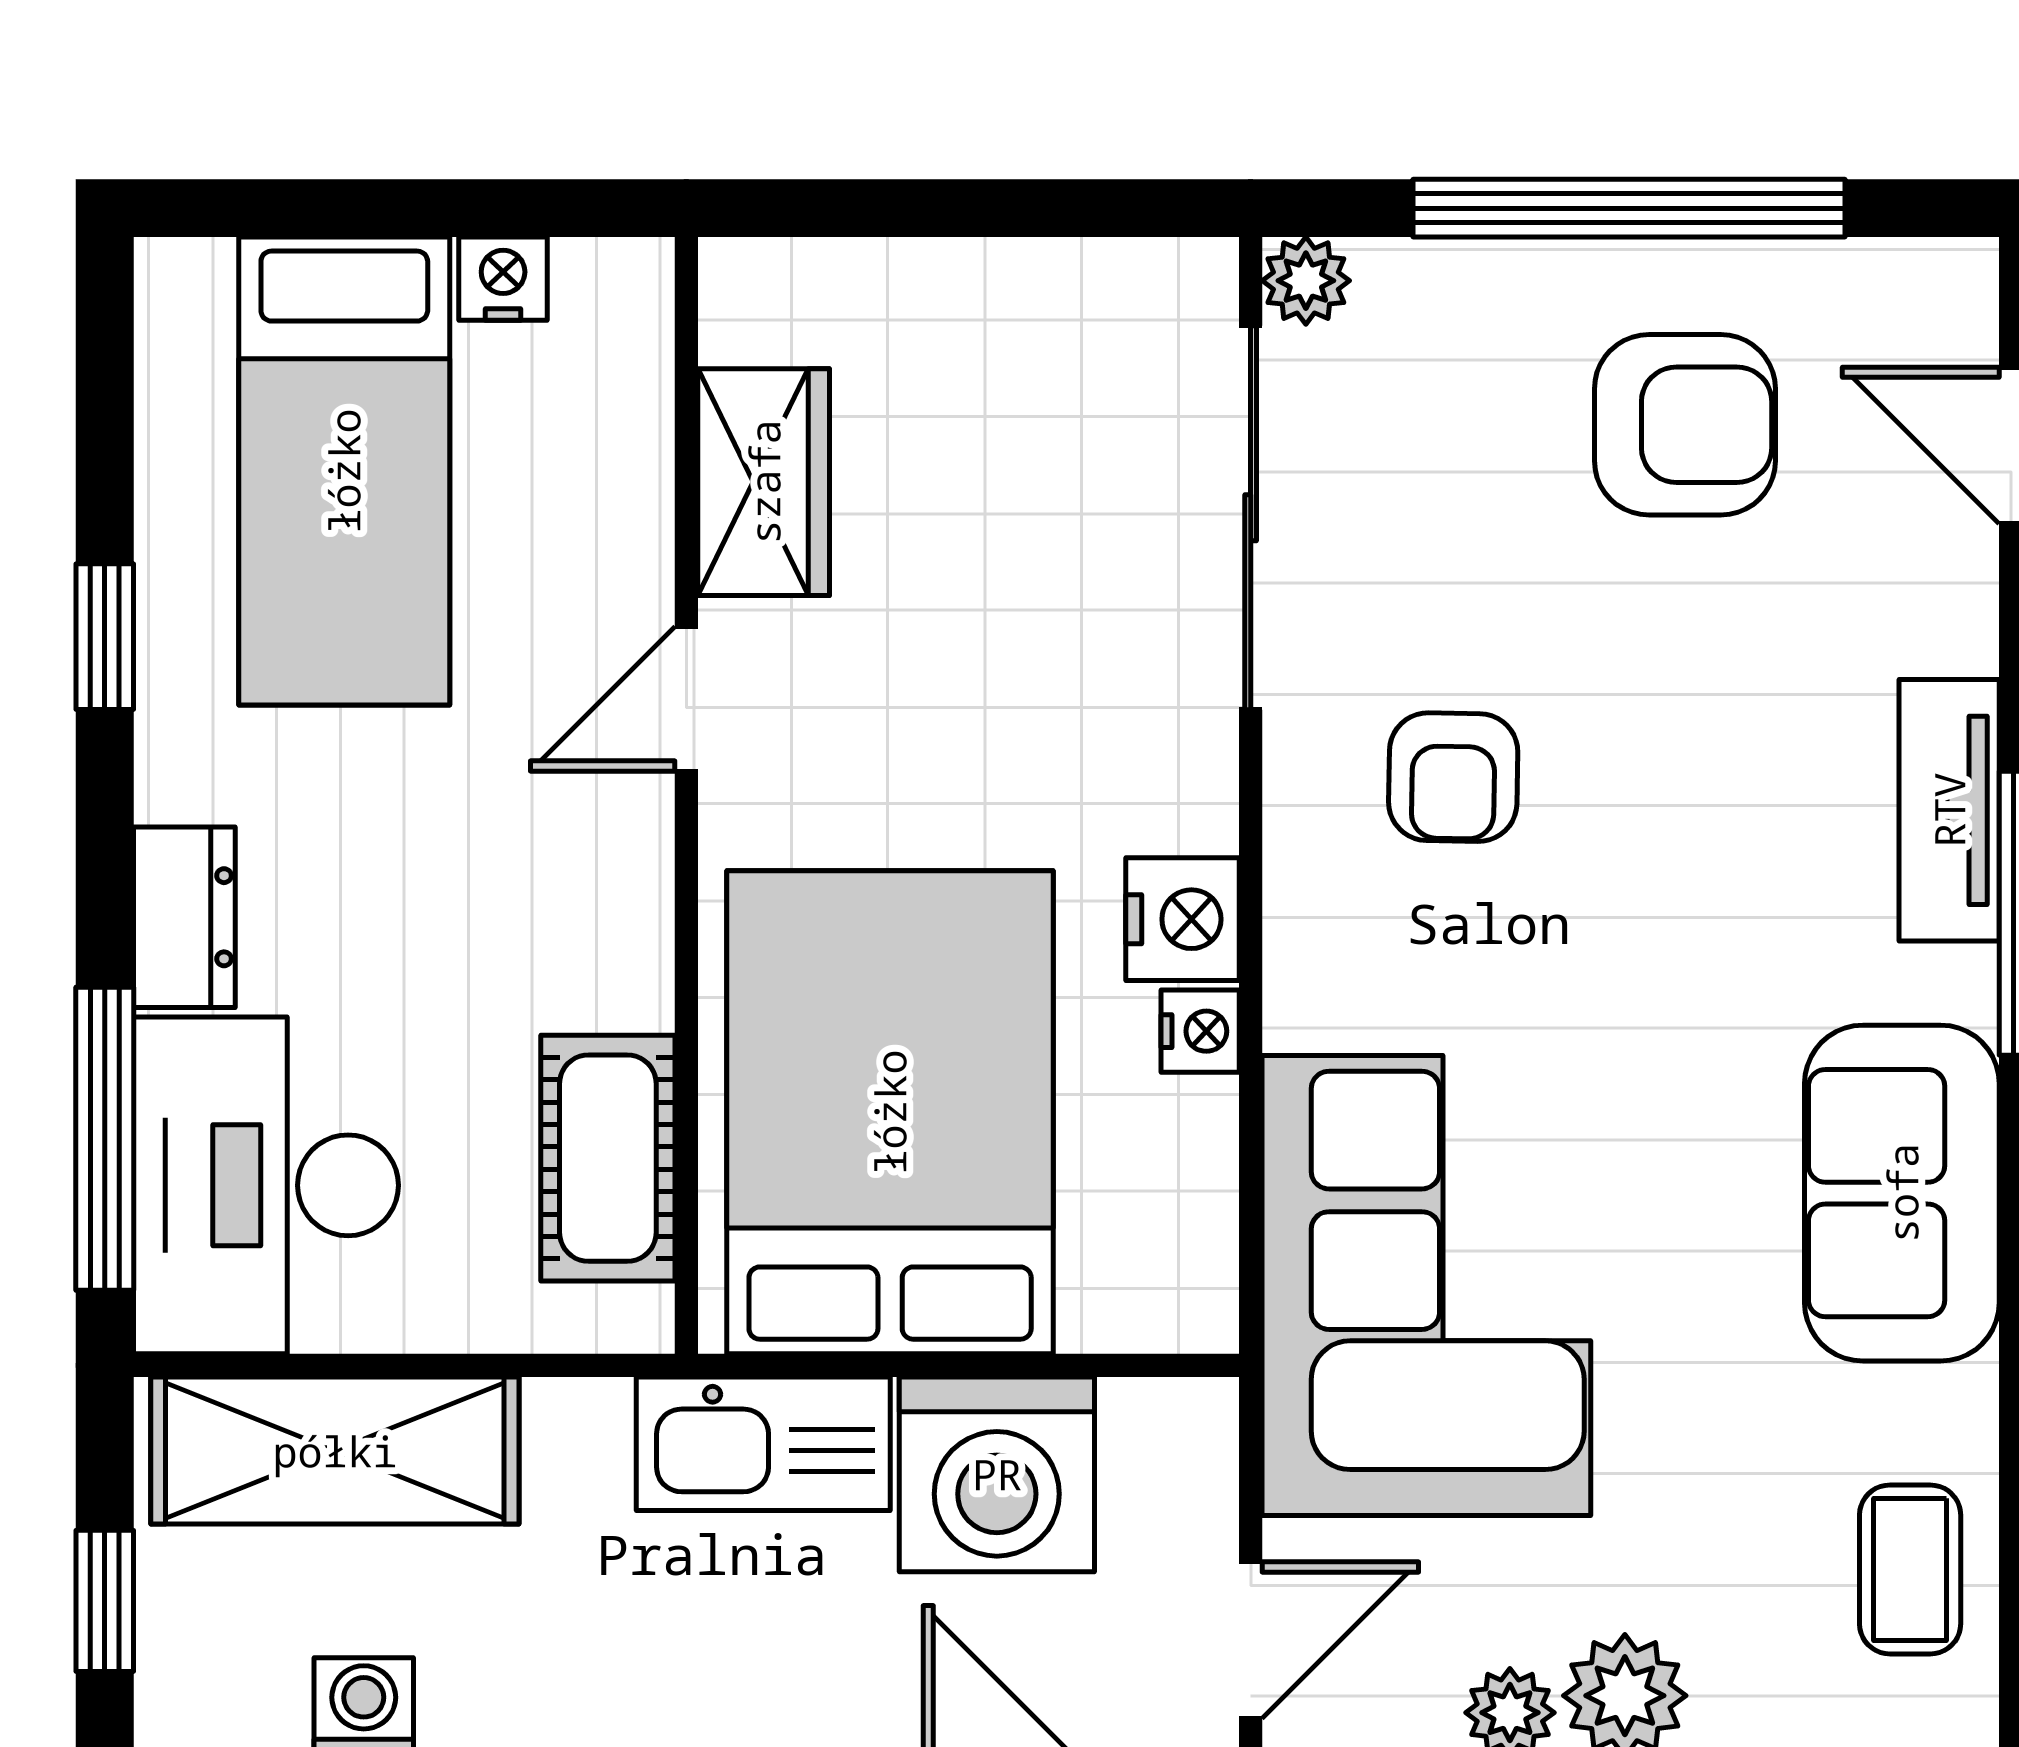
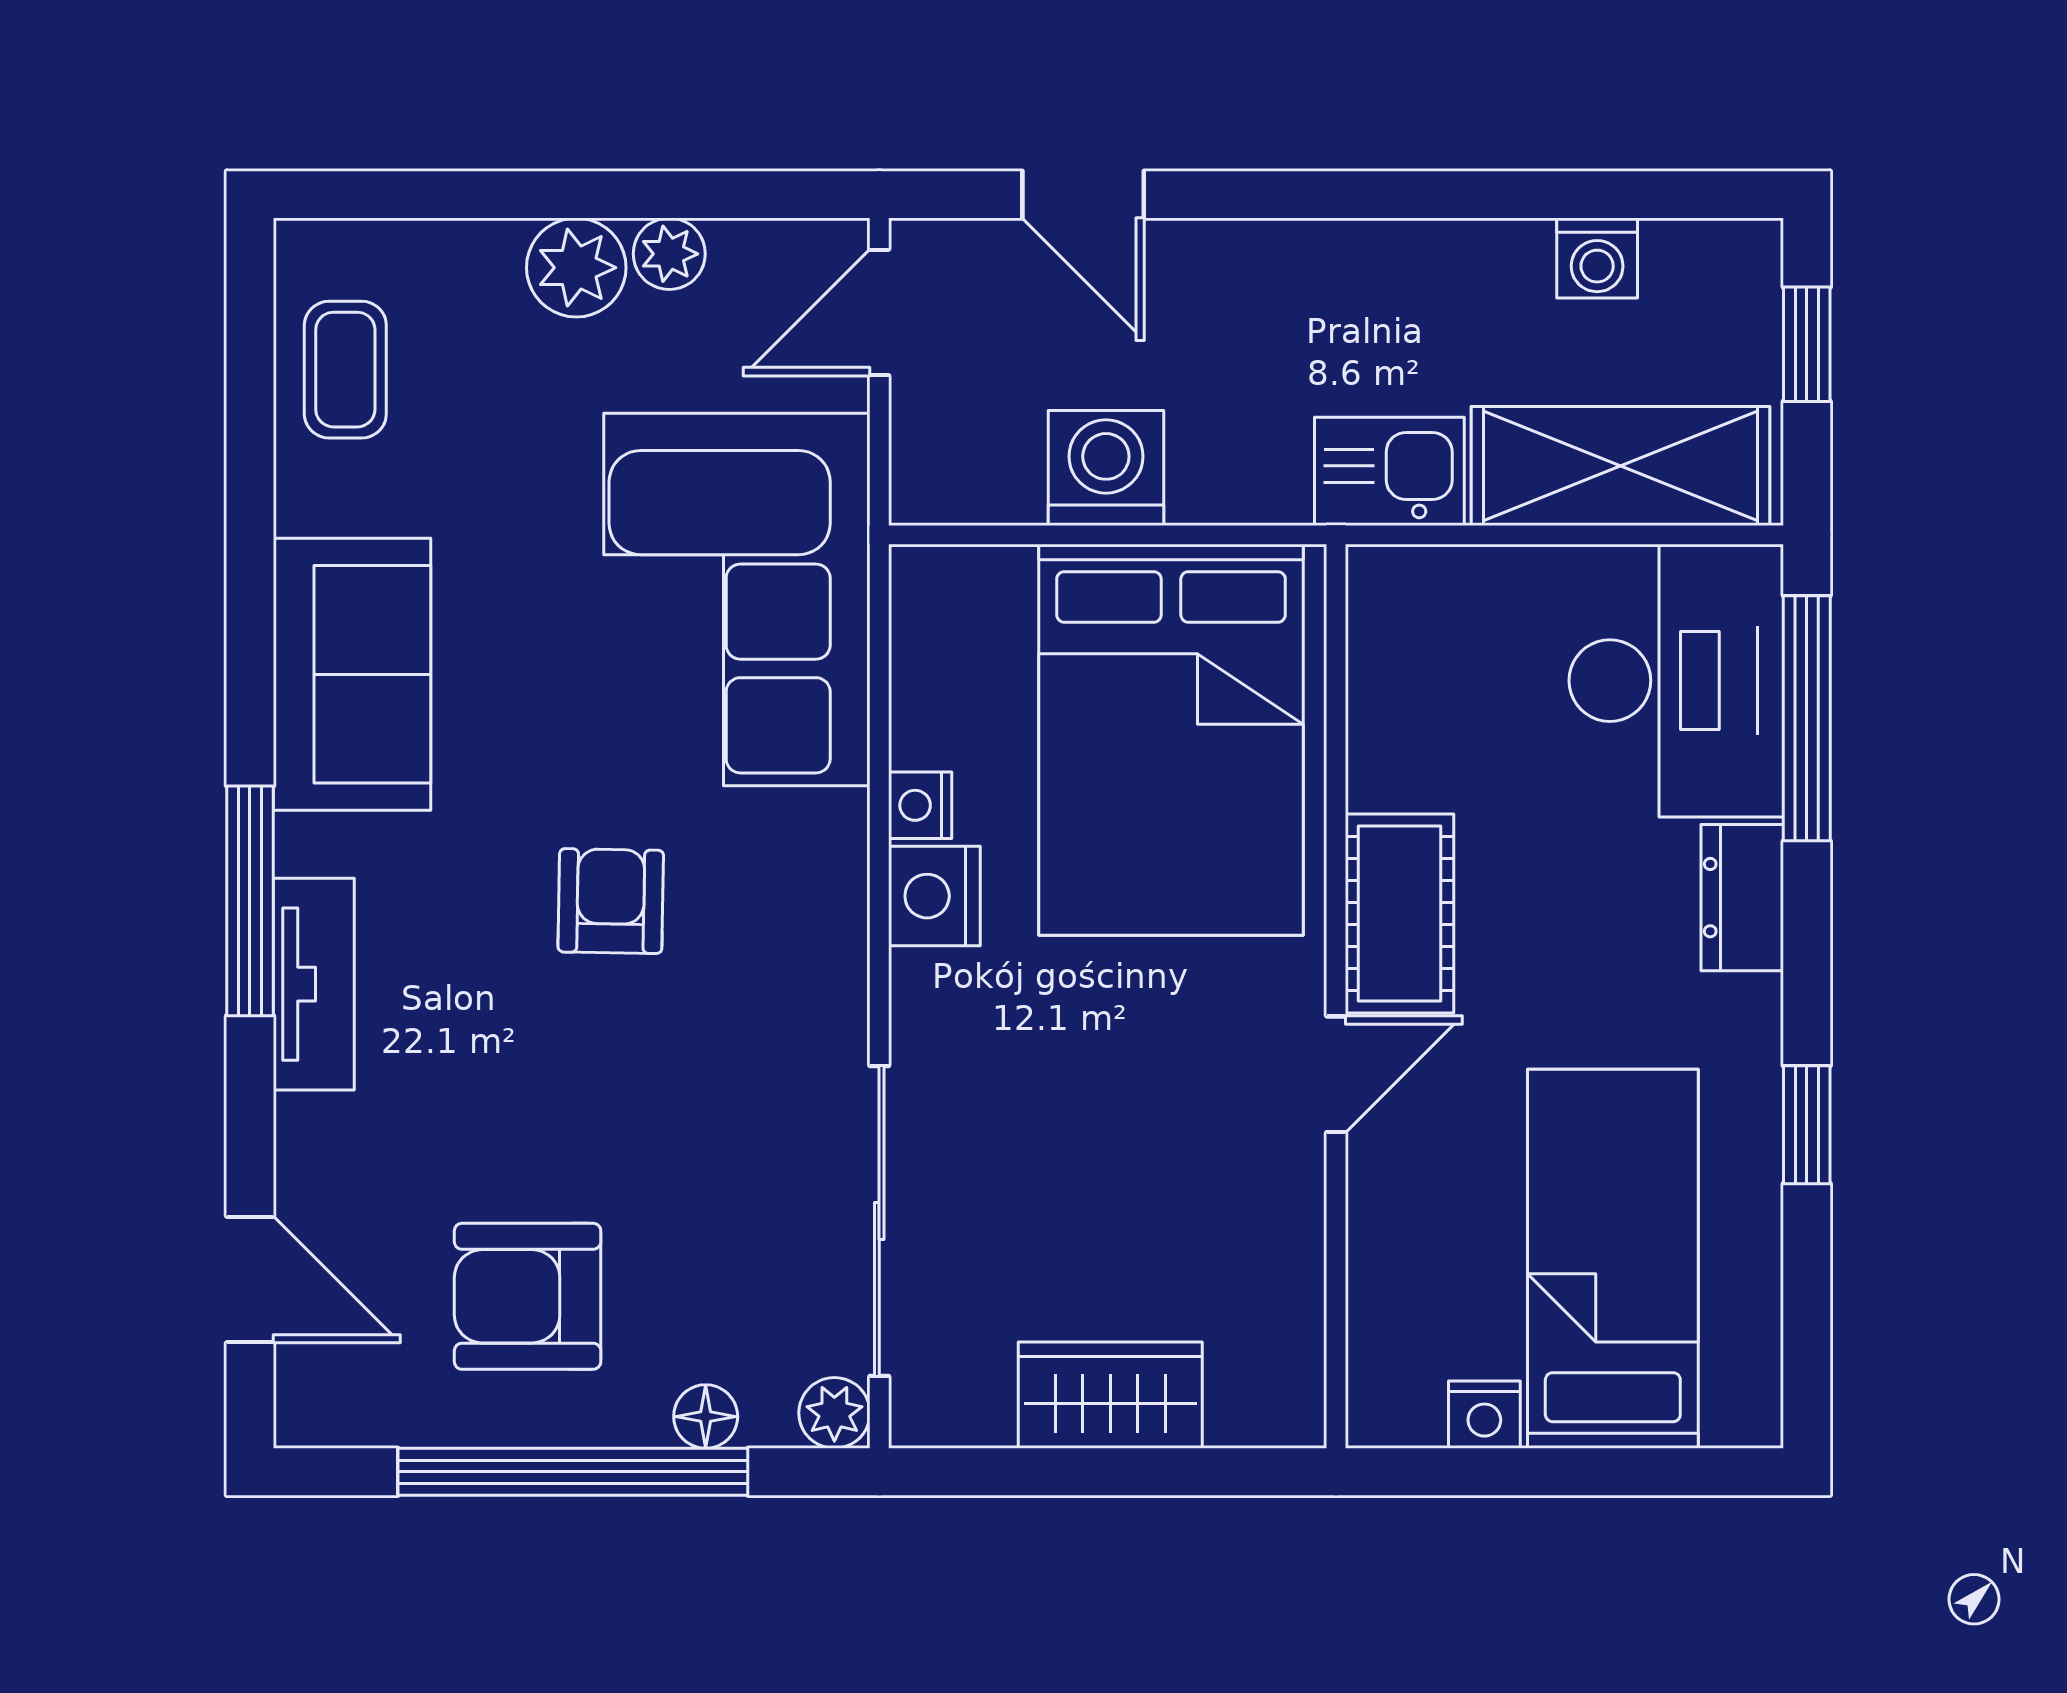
floor lamp: (1465, 276) -> (706, 1417), added
wardrobe: (764, 482) -> (1110, 1395), moved, turned 90
armchair: (1453, 777) -> (611, 901), moved
cot: (608, 1158) -> (1399, 913), moved
kitchen sink: (763, 1444) -> (1389, 471), moved, width x0.73
washing machine: (997, 1474) -> (1106, 468), width x0.73, depth x0.73

